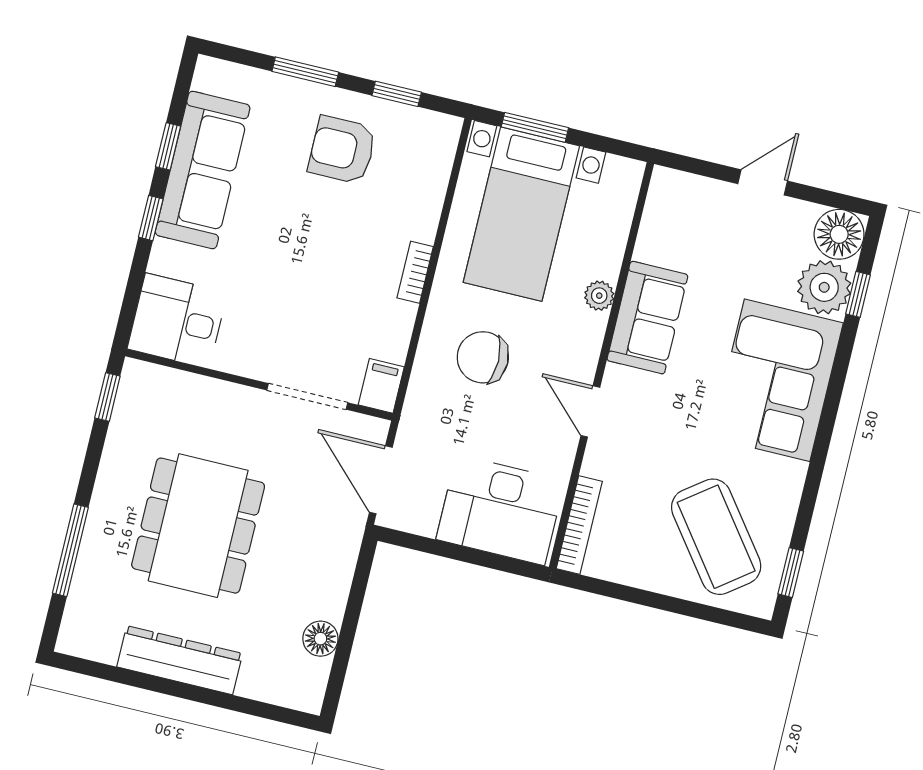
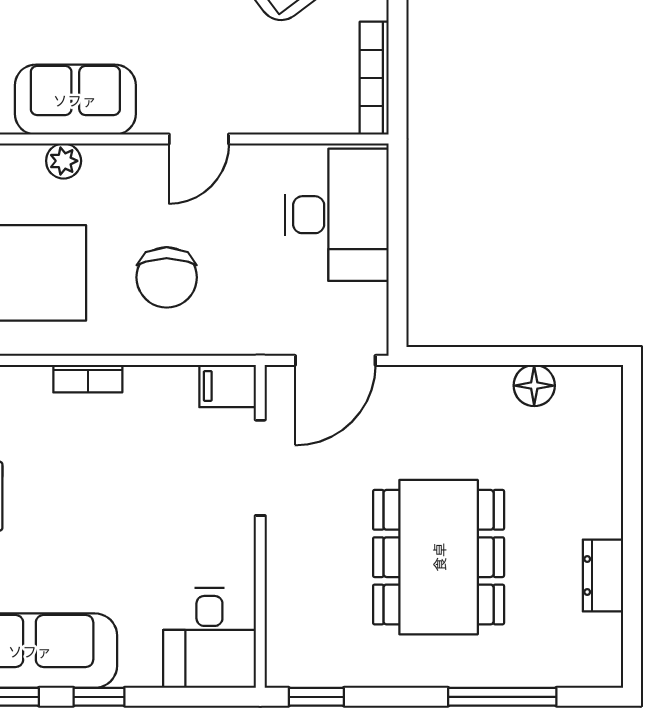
bookcase: (579, 525) -> (374, 78), moved, turned -90
dining table: (198, 526) -> (439, 557), turned 90
dresser: (180, 660) -> (603, 576), width x0.51, depth x0.80

